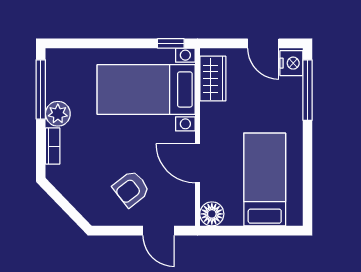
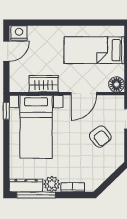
dresser: (55, 74) -> (26, 185), added
wardrobe: (213, 79) -> (44, 84), moved
window: (307, 90) -> (36, 23), removed

